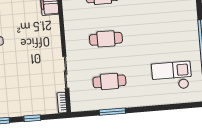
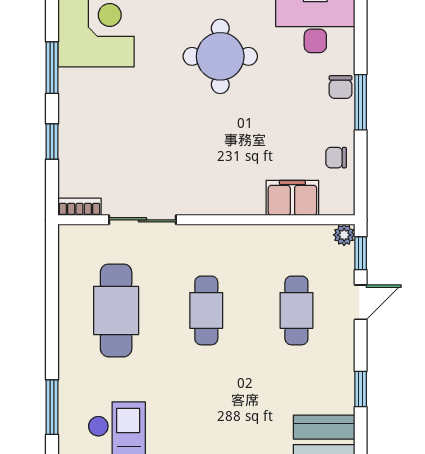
cafe table: (109, 81) -> (116, 310), width x1.37, depth x1.35
window: (112, 112) -> (52, 407), moved

